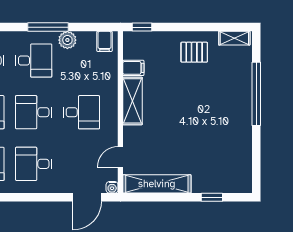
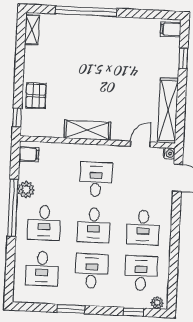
window: (48, 27) -> (13, 208), width x1.46
pallet: (194, 52) -> (36, 96), moved
desk: (34, 61) -> (44, 223), turned 180
filing cabinet: (133, 68) -> (171, 29), moved, turned -90
door: (120, 157) -> (140, 144), swing flipped

